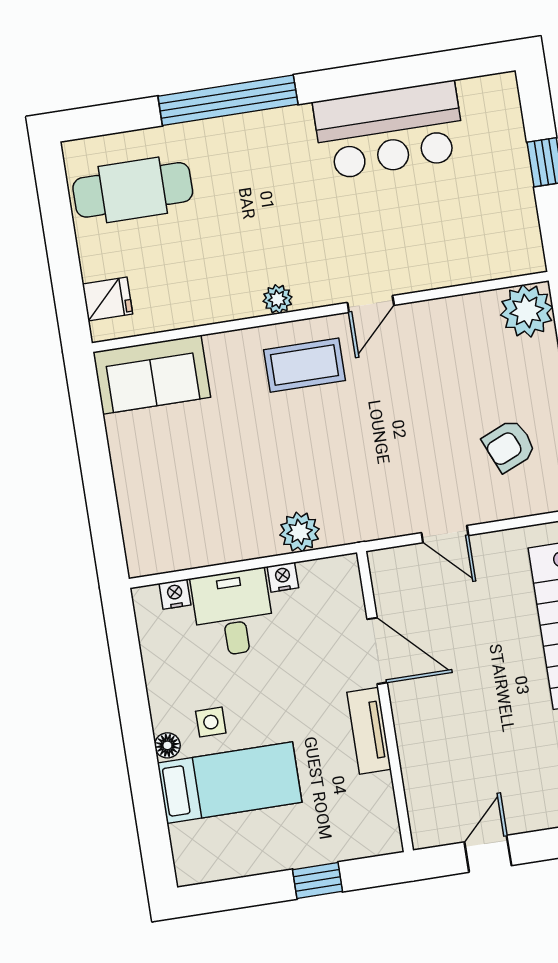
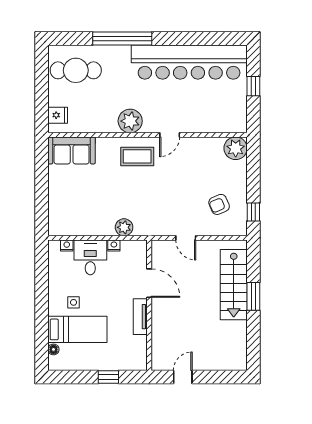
bar counter: (389, 130) -> (189, 62), width x1.86
plant: (278, 299) -> (130, 121), width x1.87, depth x1.87
floor lamp: (167, 745) -> (53, 349), moved

